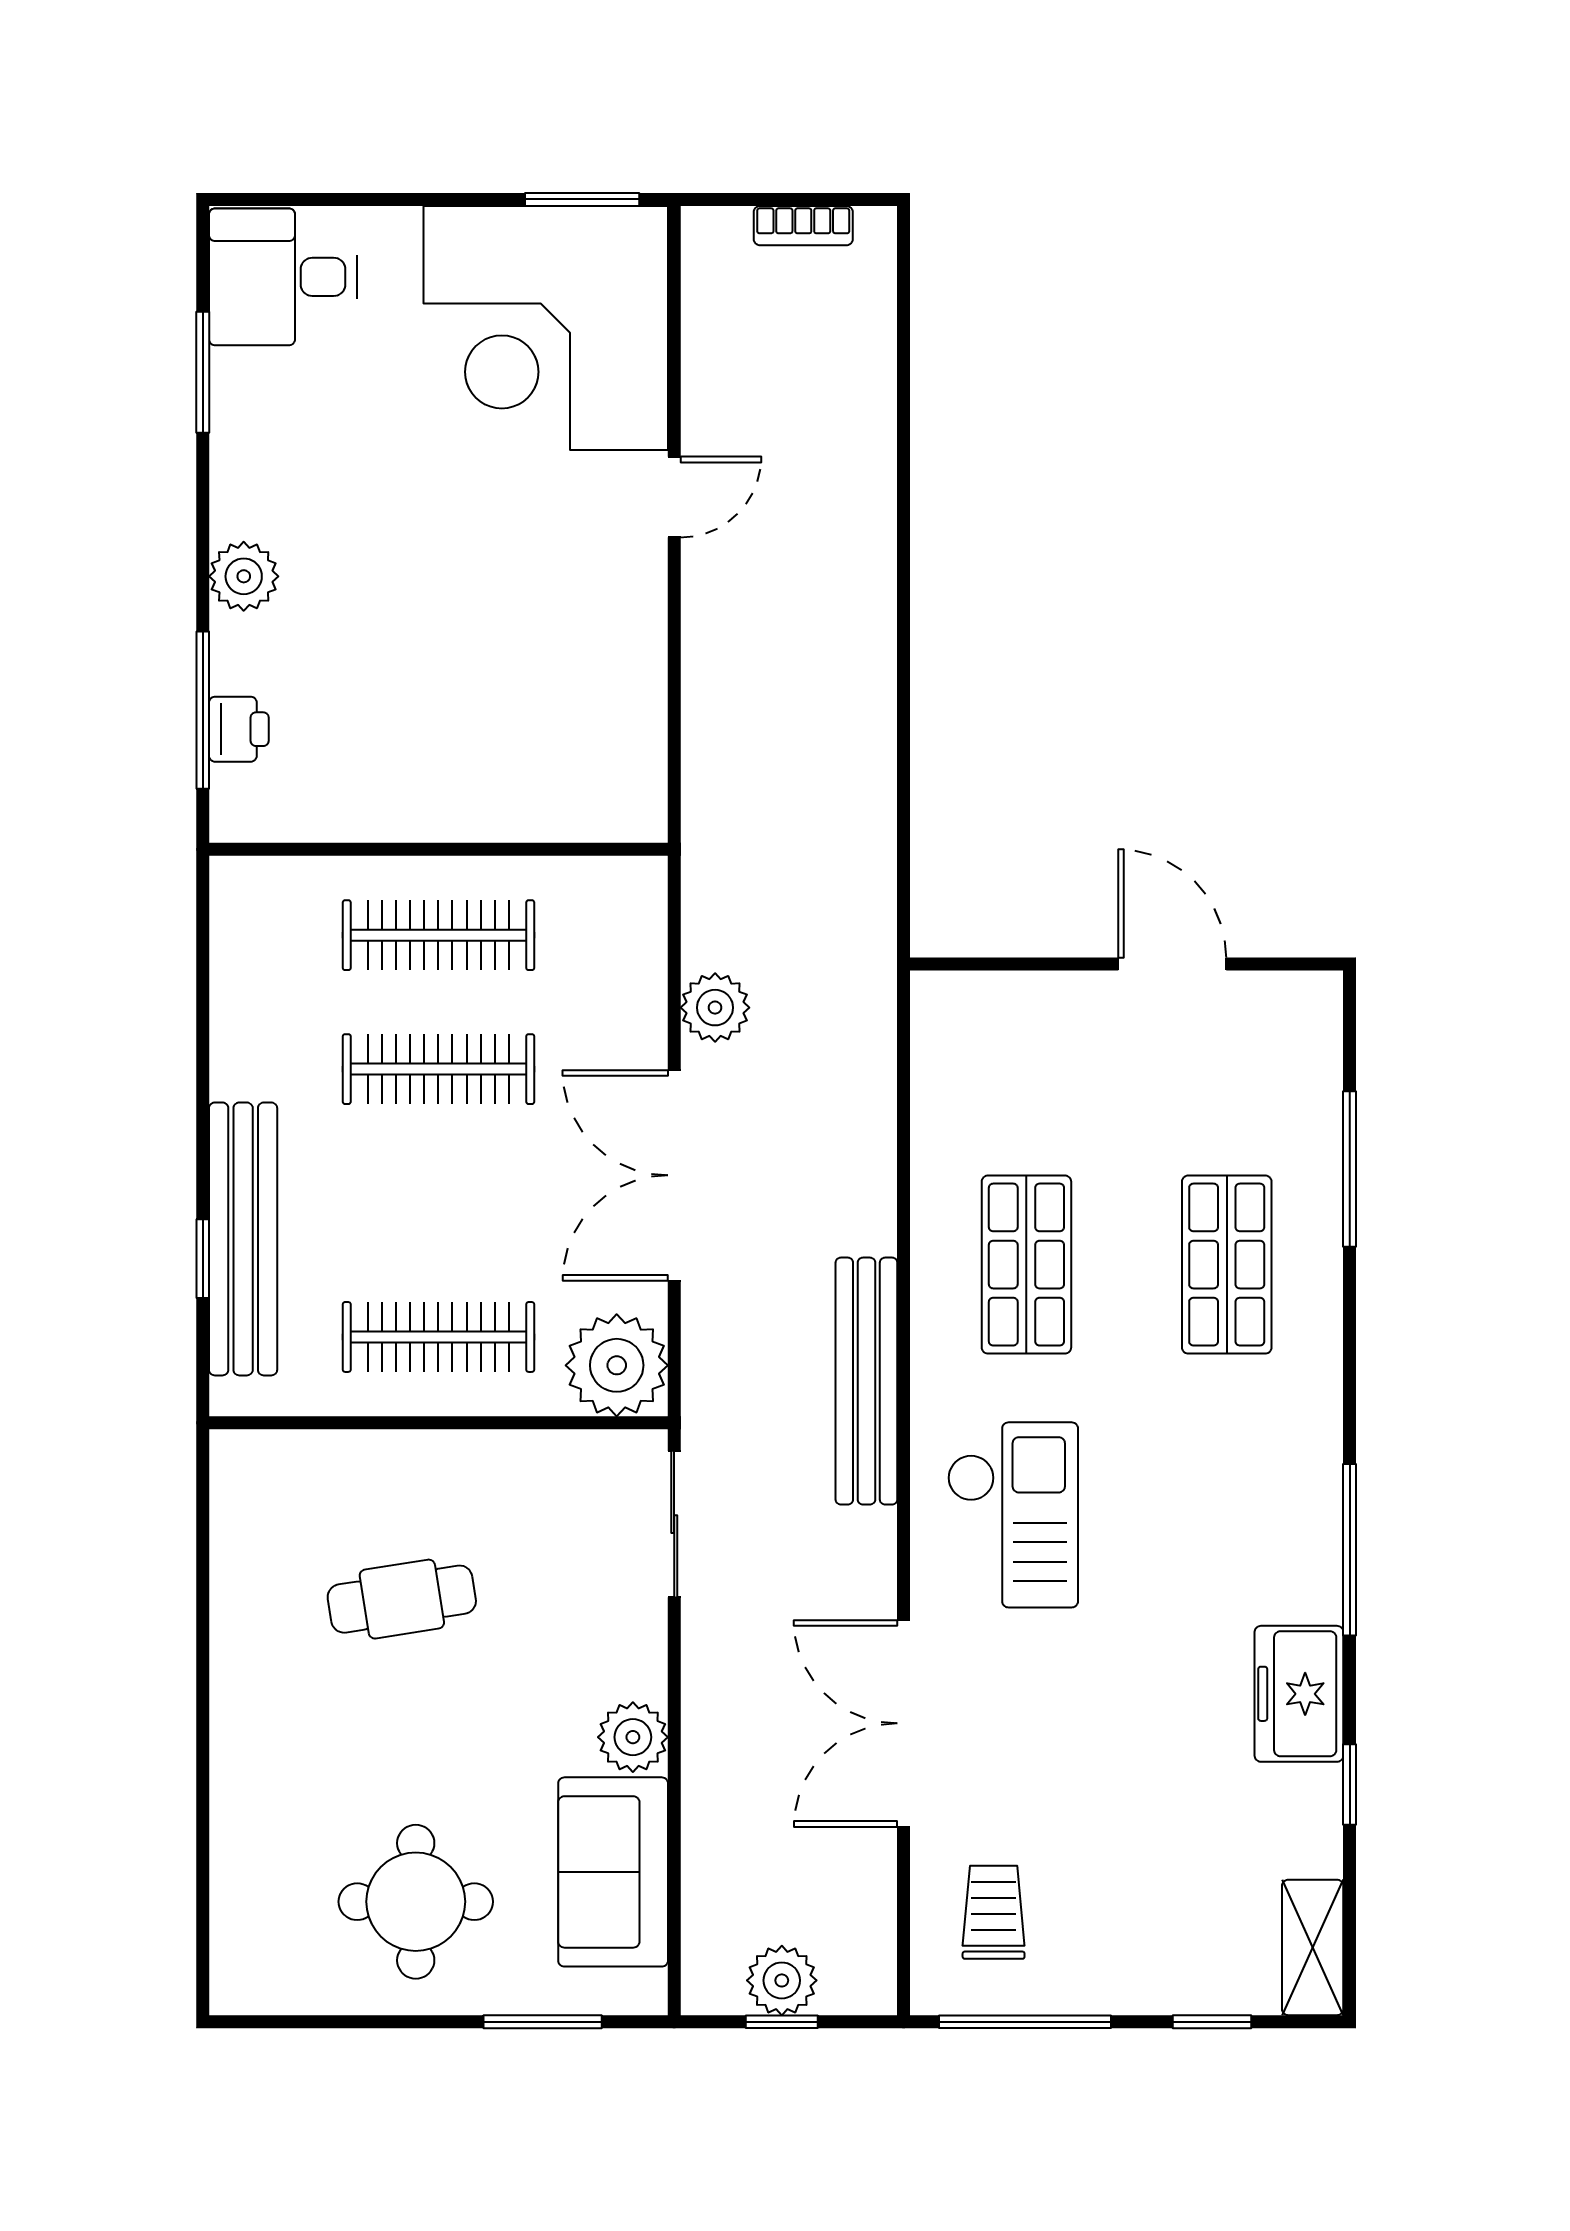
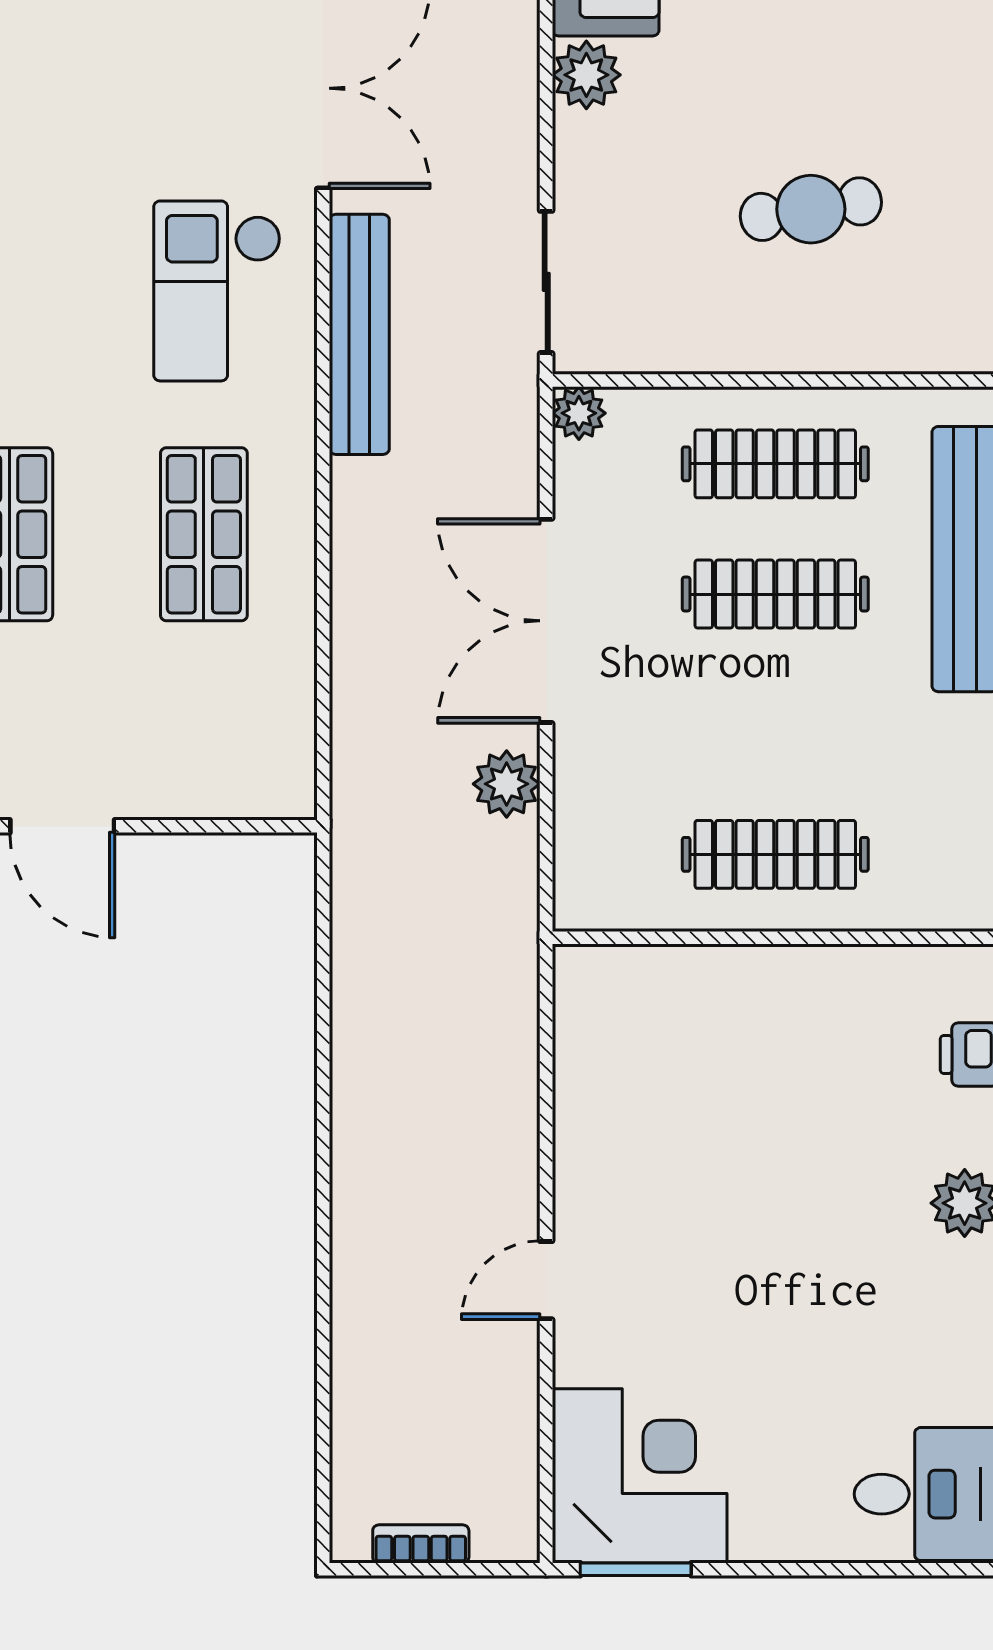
corner desk: (546, 328) -> (640, 1476), width x0.74, depth x0.74
clothes rail: (438, 1069) -> (775, 594), moved
double door: (674, 1175) -> (546, 621), swing flipped
plant: (617, 1365) -> (579, 413), width x0.53, depth x0.53
bench: (866, 1381) -> (359, 334), moved

